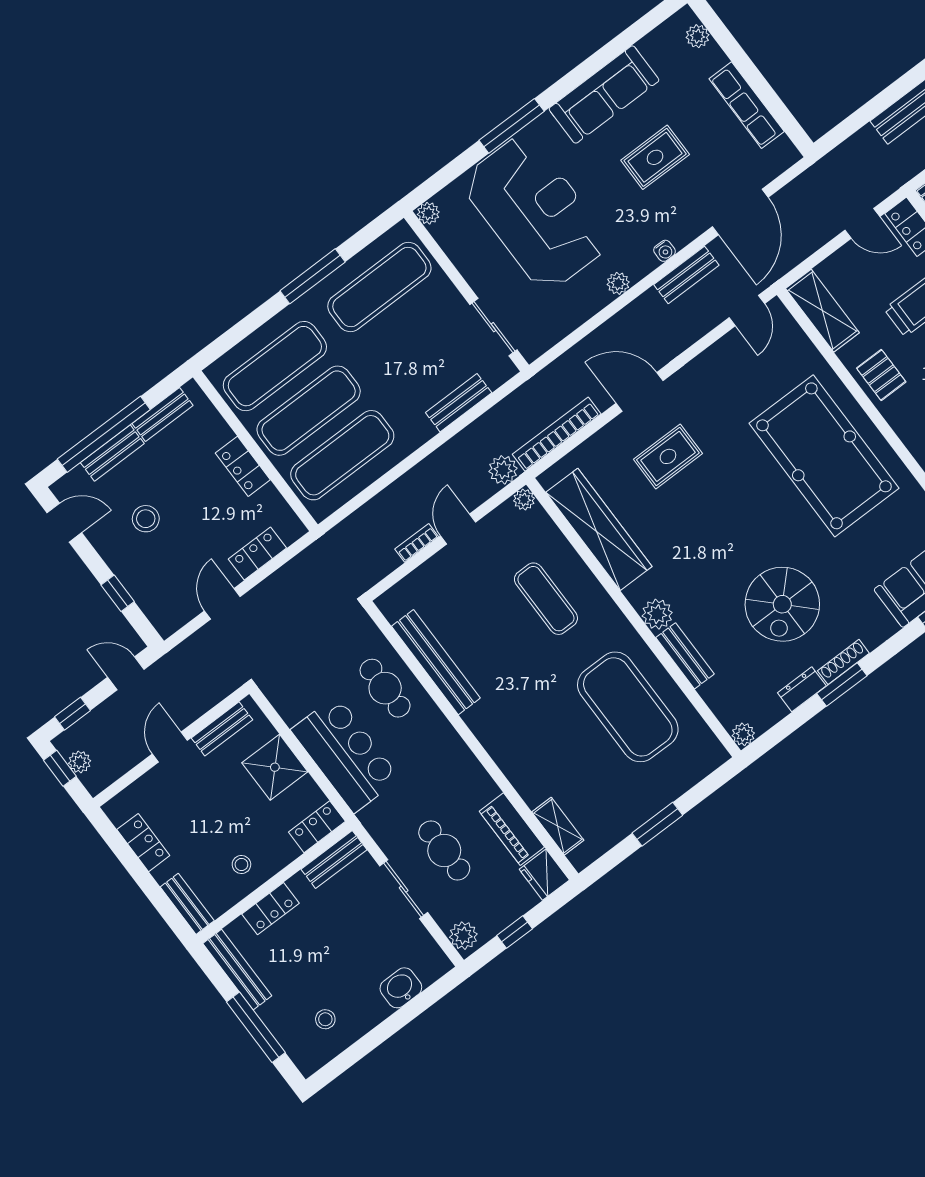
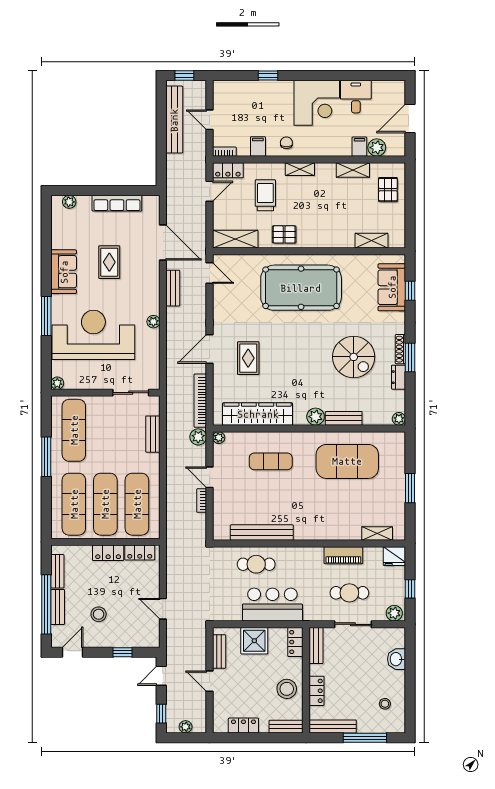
sofa: (604, 95) -> (64, 272), width x0.73
water cooler: (665, 251) -> (155, 290), removed
locker: (257, 554) -> (140, 553), moved, turned -90
window: (60, 768) -> (182, 738), removed
piano: (512, 829) -> (343, 555), moved
stool: (241, 865) -> (287, 689), width x1.89, depth x1.89

